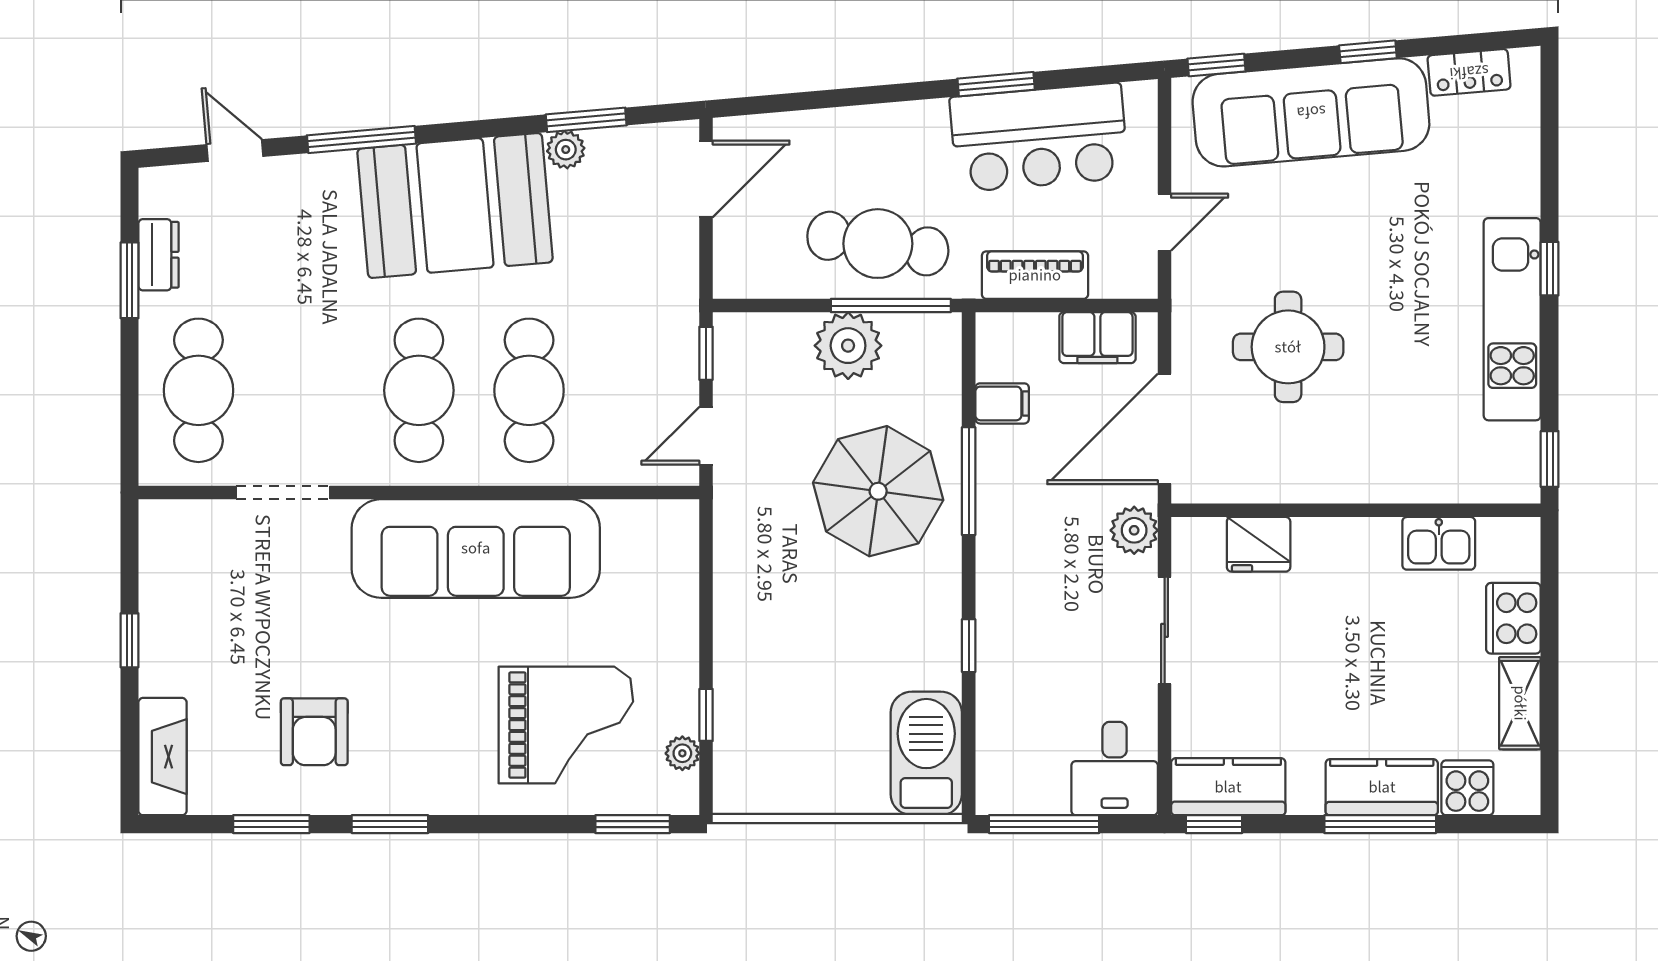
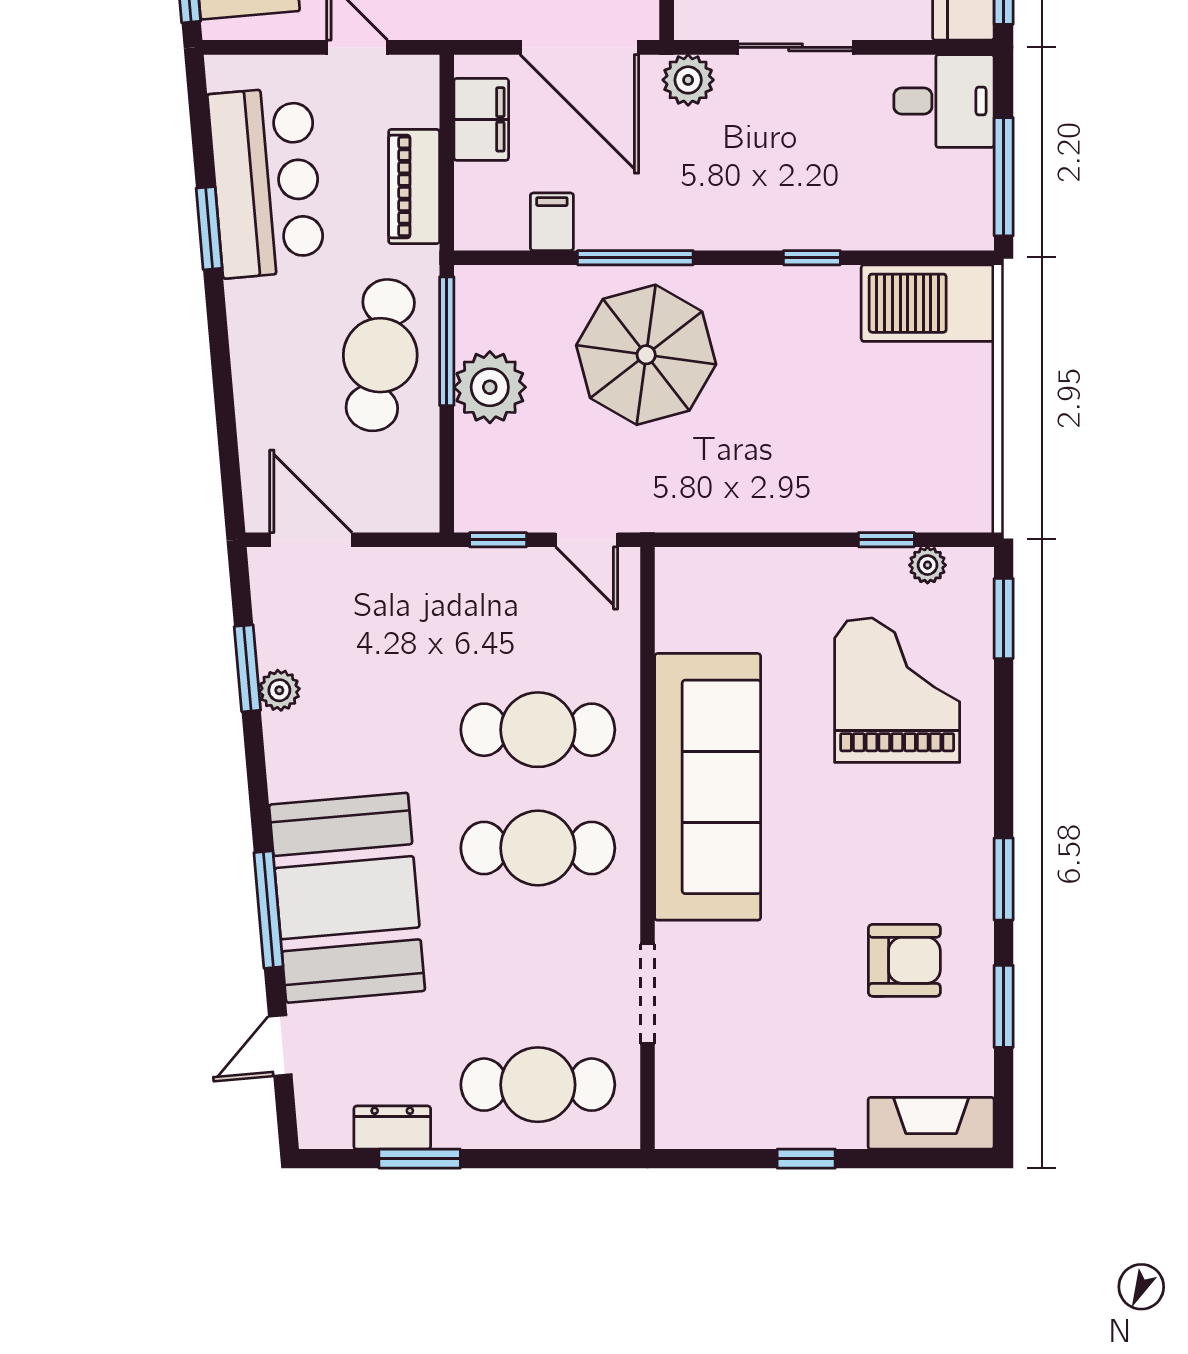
booth: (455, 205) -> (347, 898), moved

